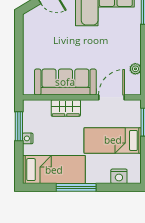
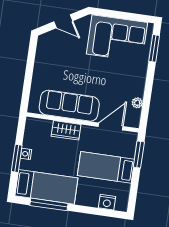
window: (19, 126) -> (17, 158), moved
window: (76, 187) -> (49, 204), moved

